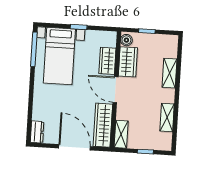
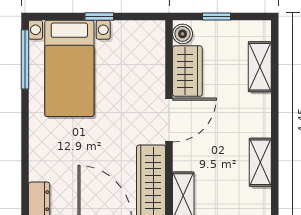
wardrobe: (107, 61) -> (152, 72), removed
shelving: (169, 73) -> (260, 67), moved
door: (116, 90) -> (169, 120), swing flipped

